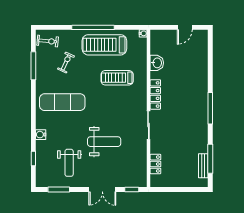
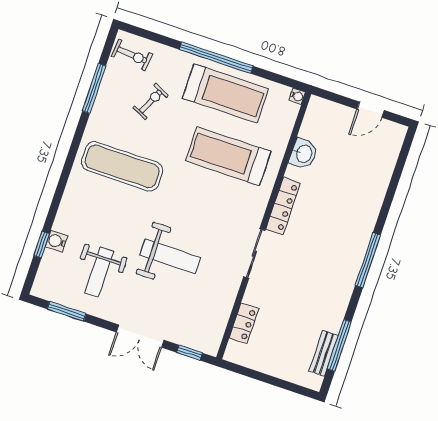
treadmill: (104, 45) -> (225, 94), turned 180
treadmill: (117, 78) -> (228, 156), width x1.37, depth x1.38
water cooler: (41, 135) -> (56, 241), moved

